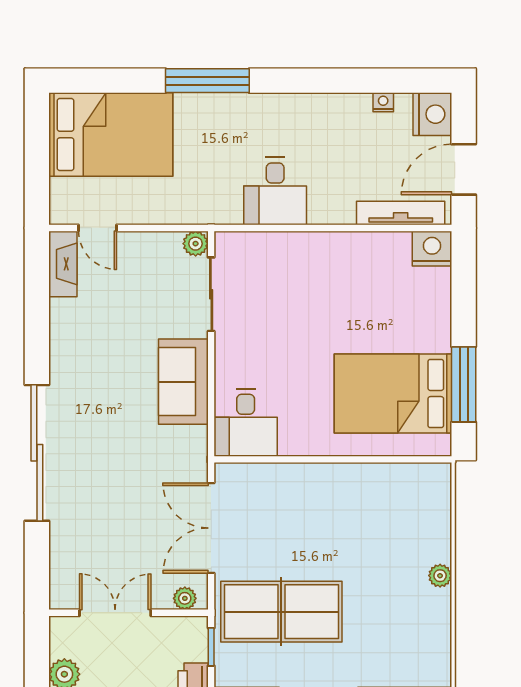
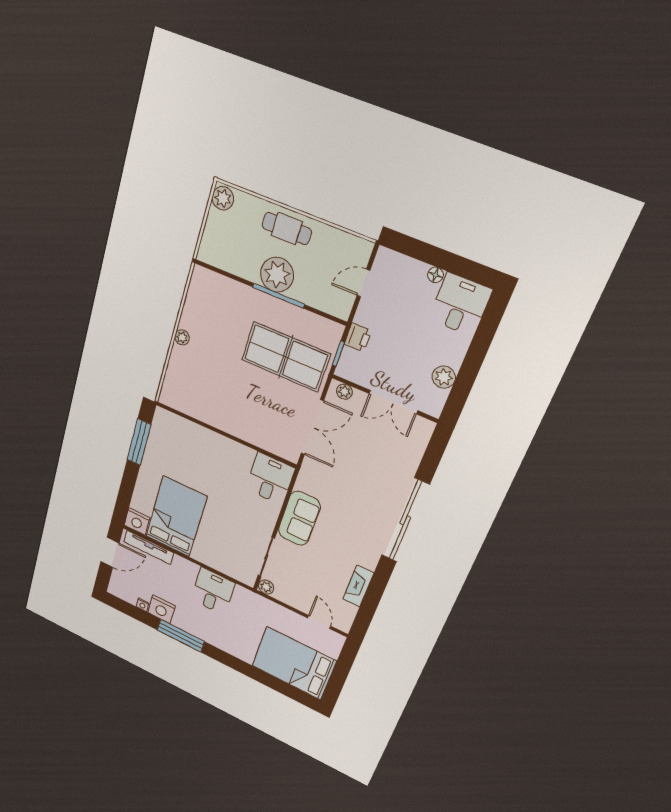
window: (207, 81) -> (181, 636), moved
nightstand: (432, 114) -> (161, 609), moved, turned -90
fireplace: (63, 264) -> (358, 586), moved
bed: (393, 394) -> (176, 517), moved, turned -90

